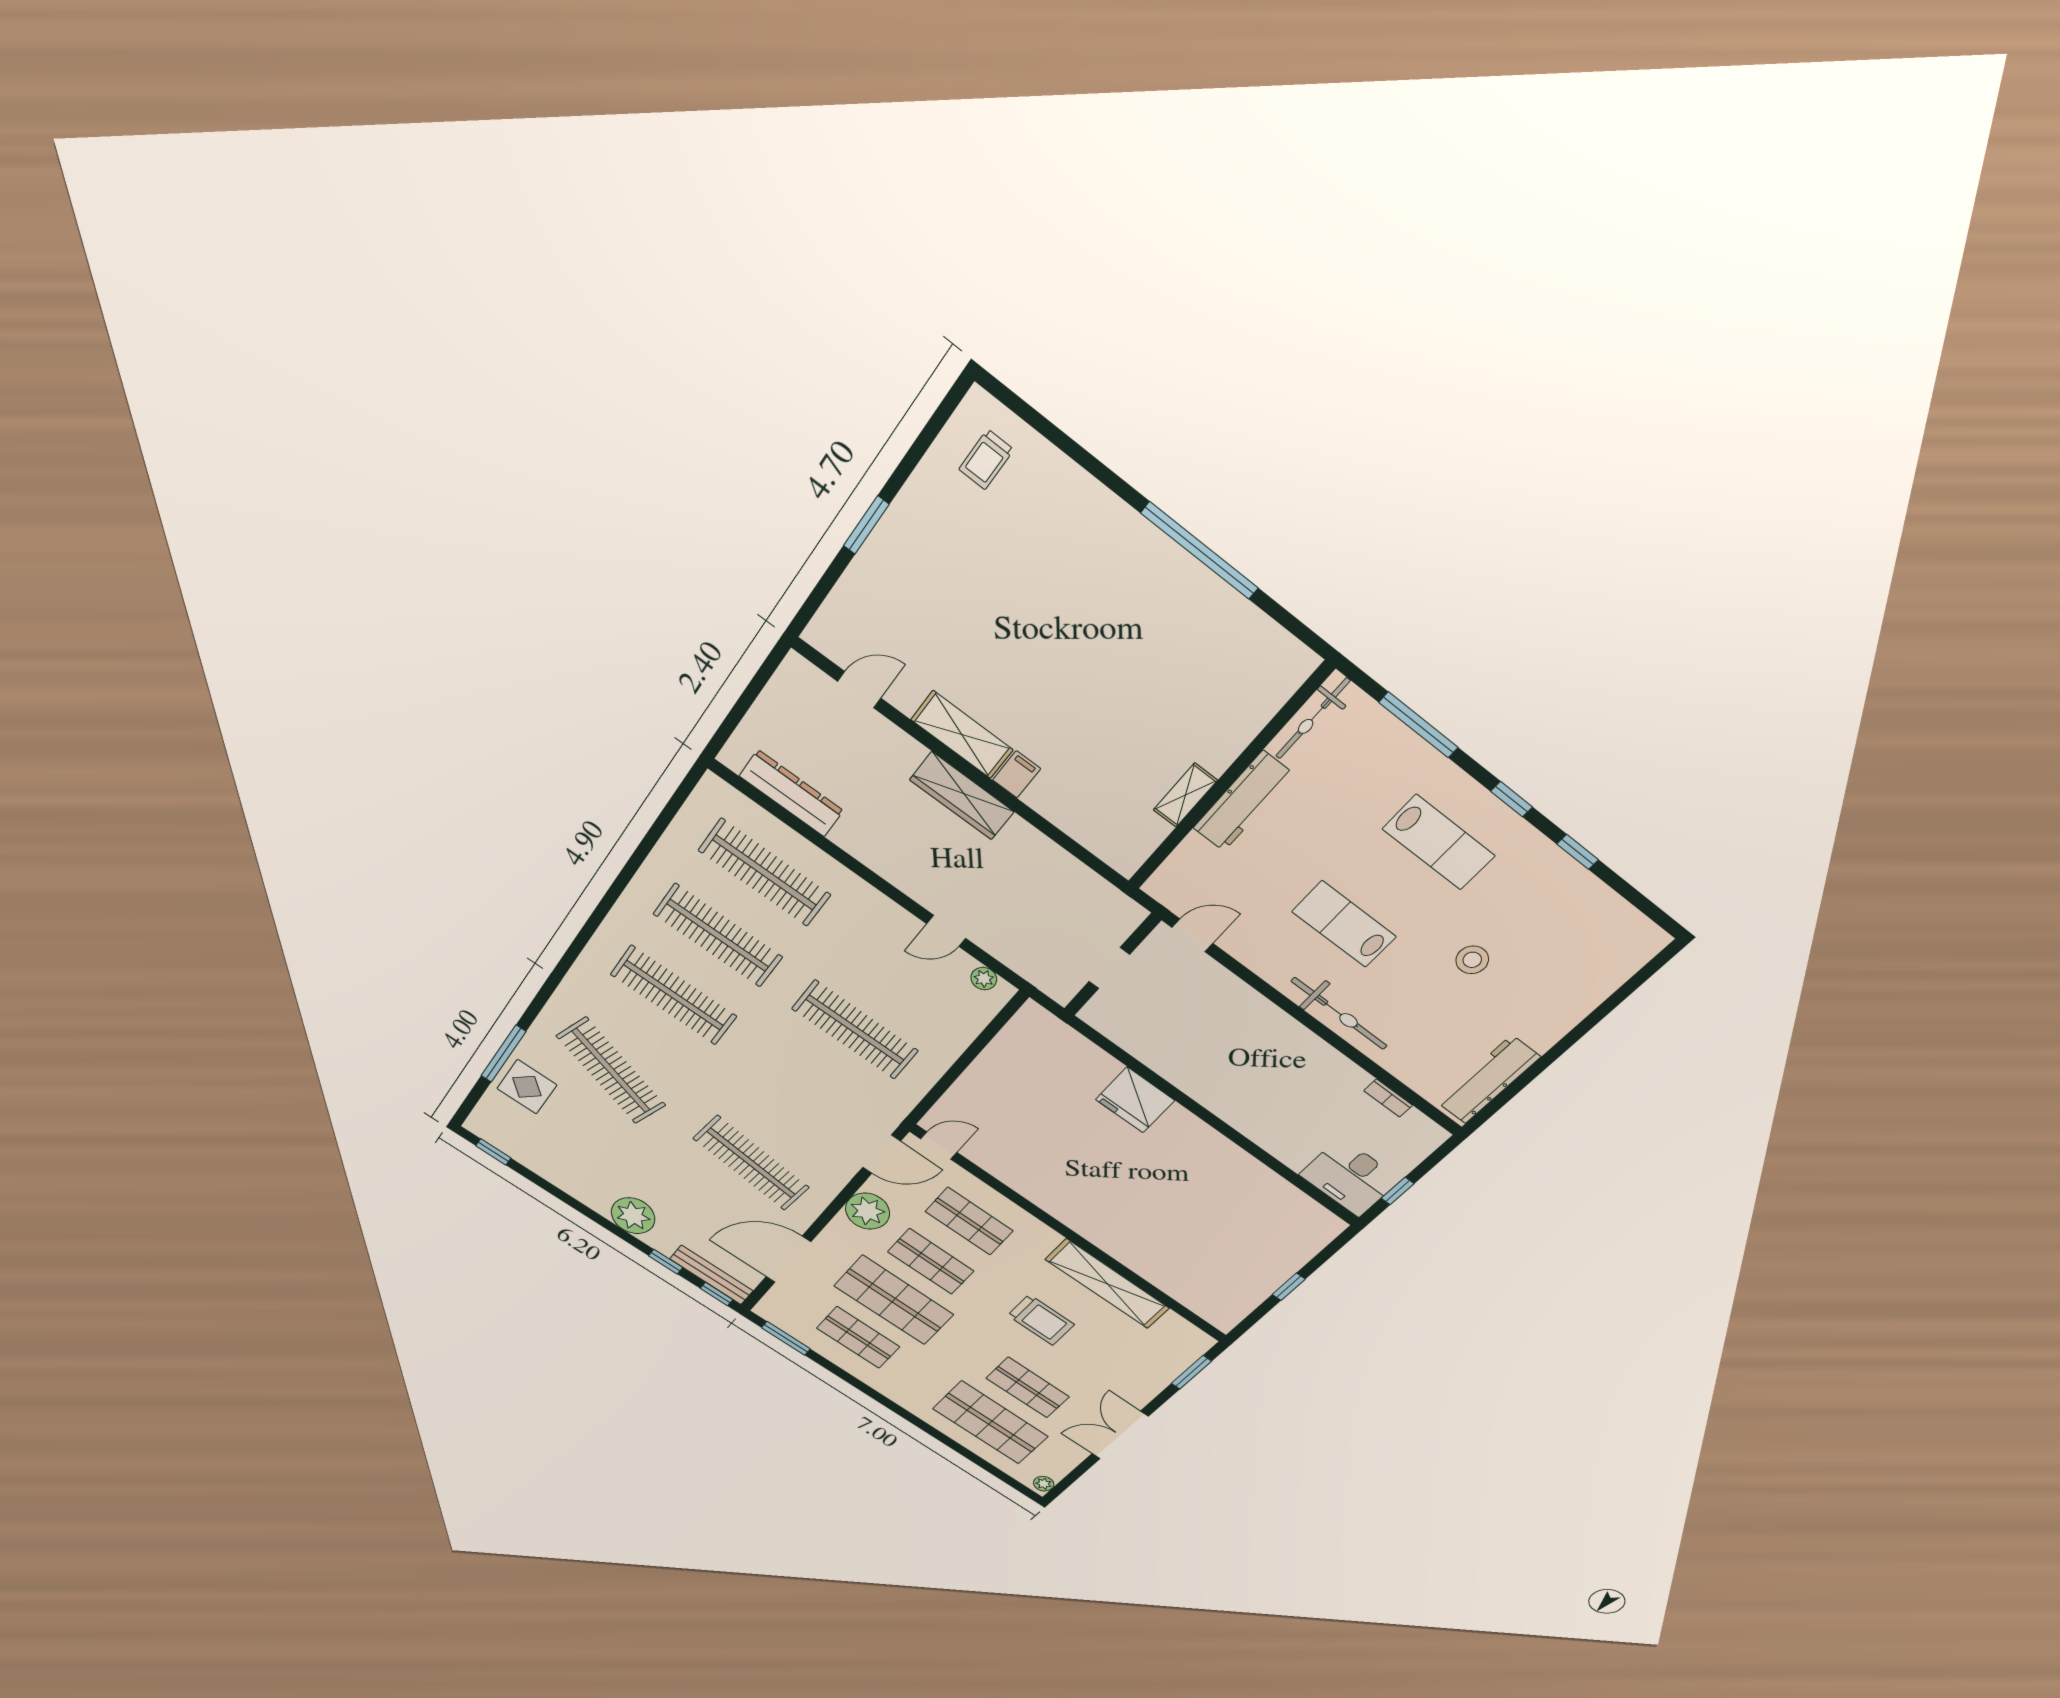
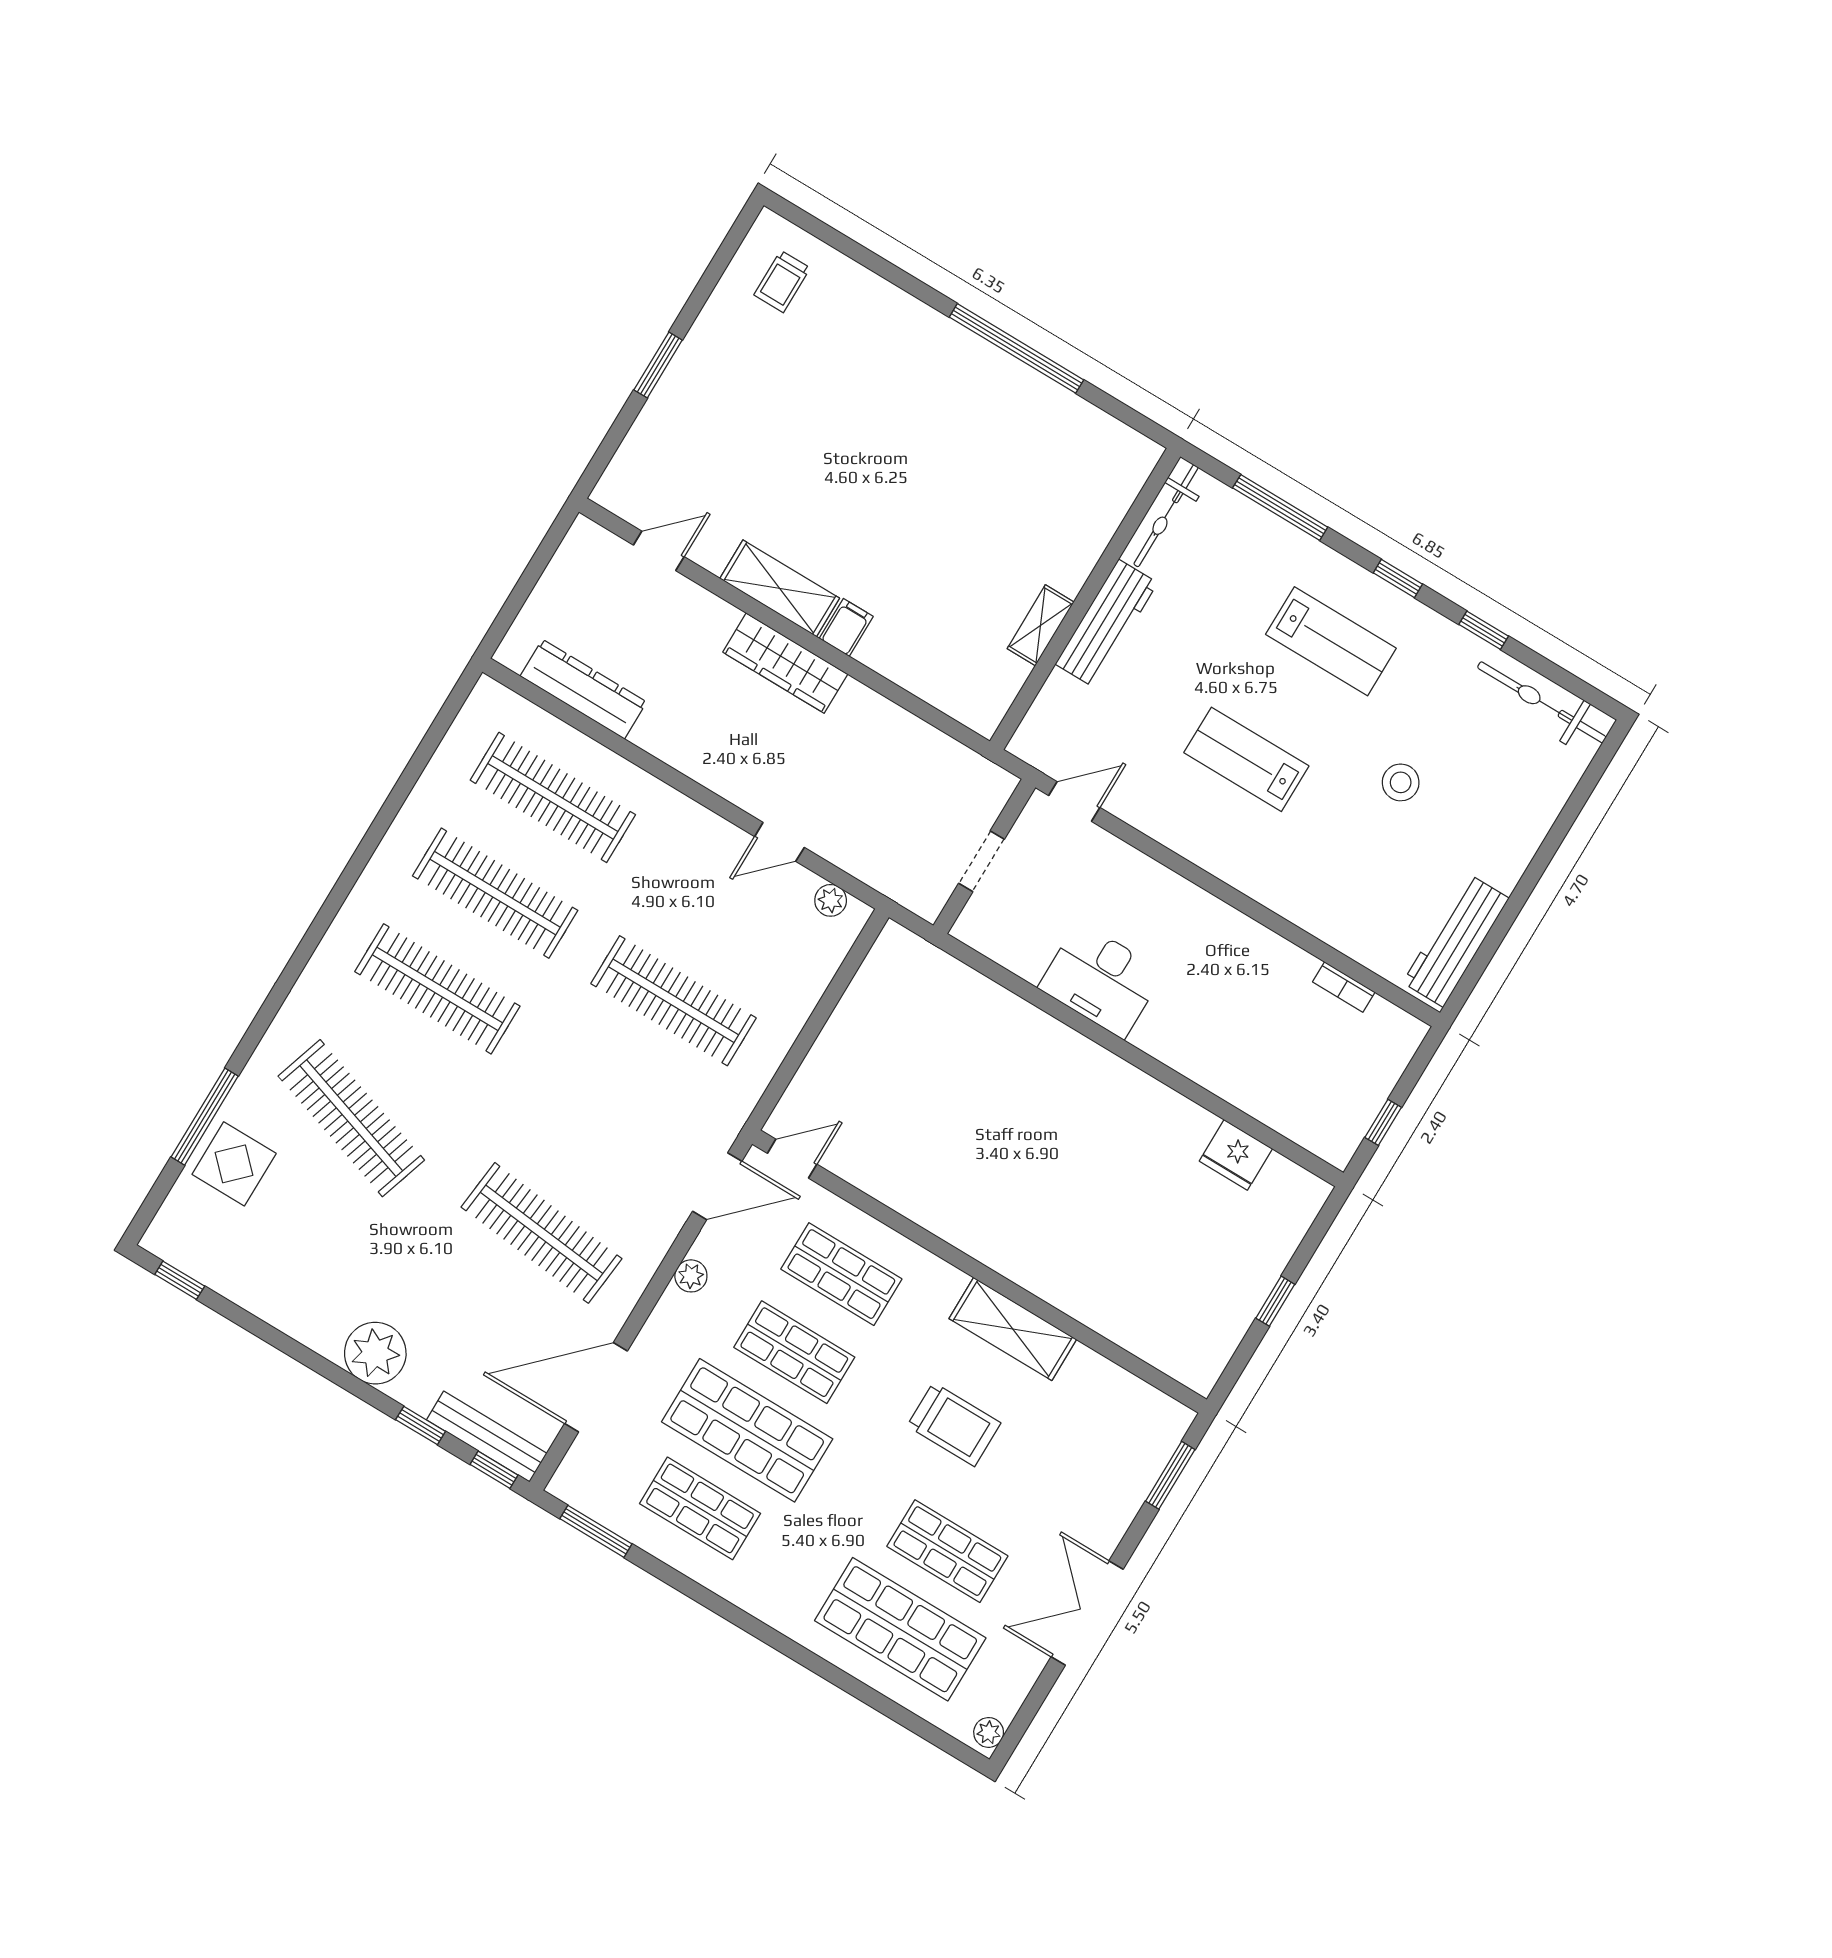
bicycle: (1339, 1013) -> (1542, 702), moved, turned 180
fridge: (1135, 1100) -> (1236, 1155), moved, width x0.73, depth x0.75
desk: (1350, 1177) -> (1101, 980), moved
plant: (868, 1211) -> (691, 1276), width x0.53, depth x0.53
shelving: (1107, 1284) -> (1013, 1329), width x0.68

